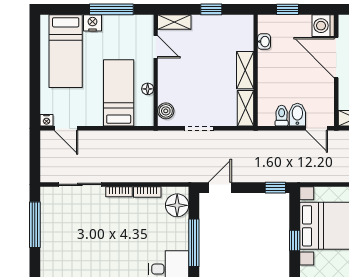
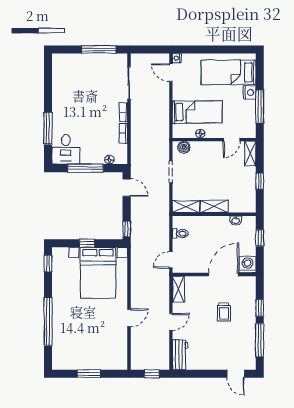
bidet: (297, 115) -> (181, 245), removed
door: (66, 128) -> (171, 73), hinge flipped
floor lamp: (177, 205) -> (109, 160), width x0.53, depth x0.53

